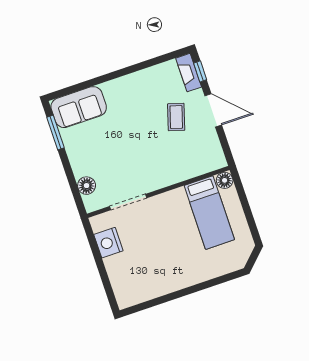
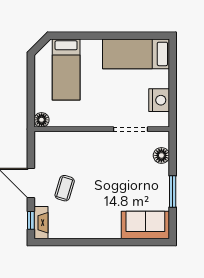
window: (55, 132) -> (173, 191), moved
bed: (209, 213) -> (66, 69), moved, turned 180
bed: (149, 283) -> (136, 54), added

